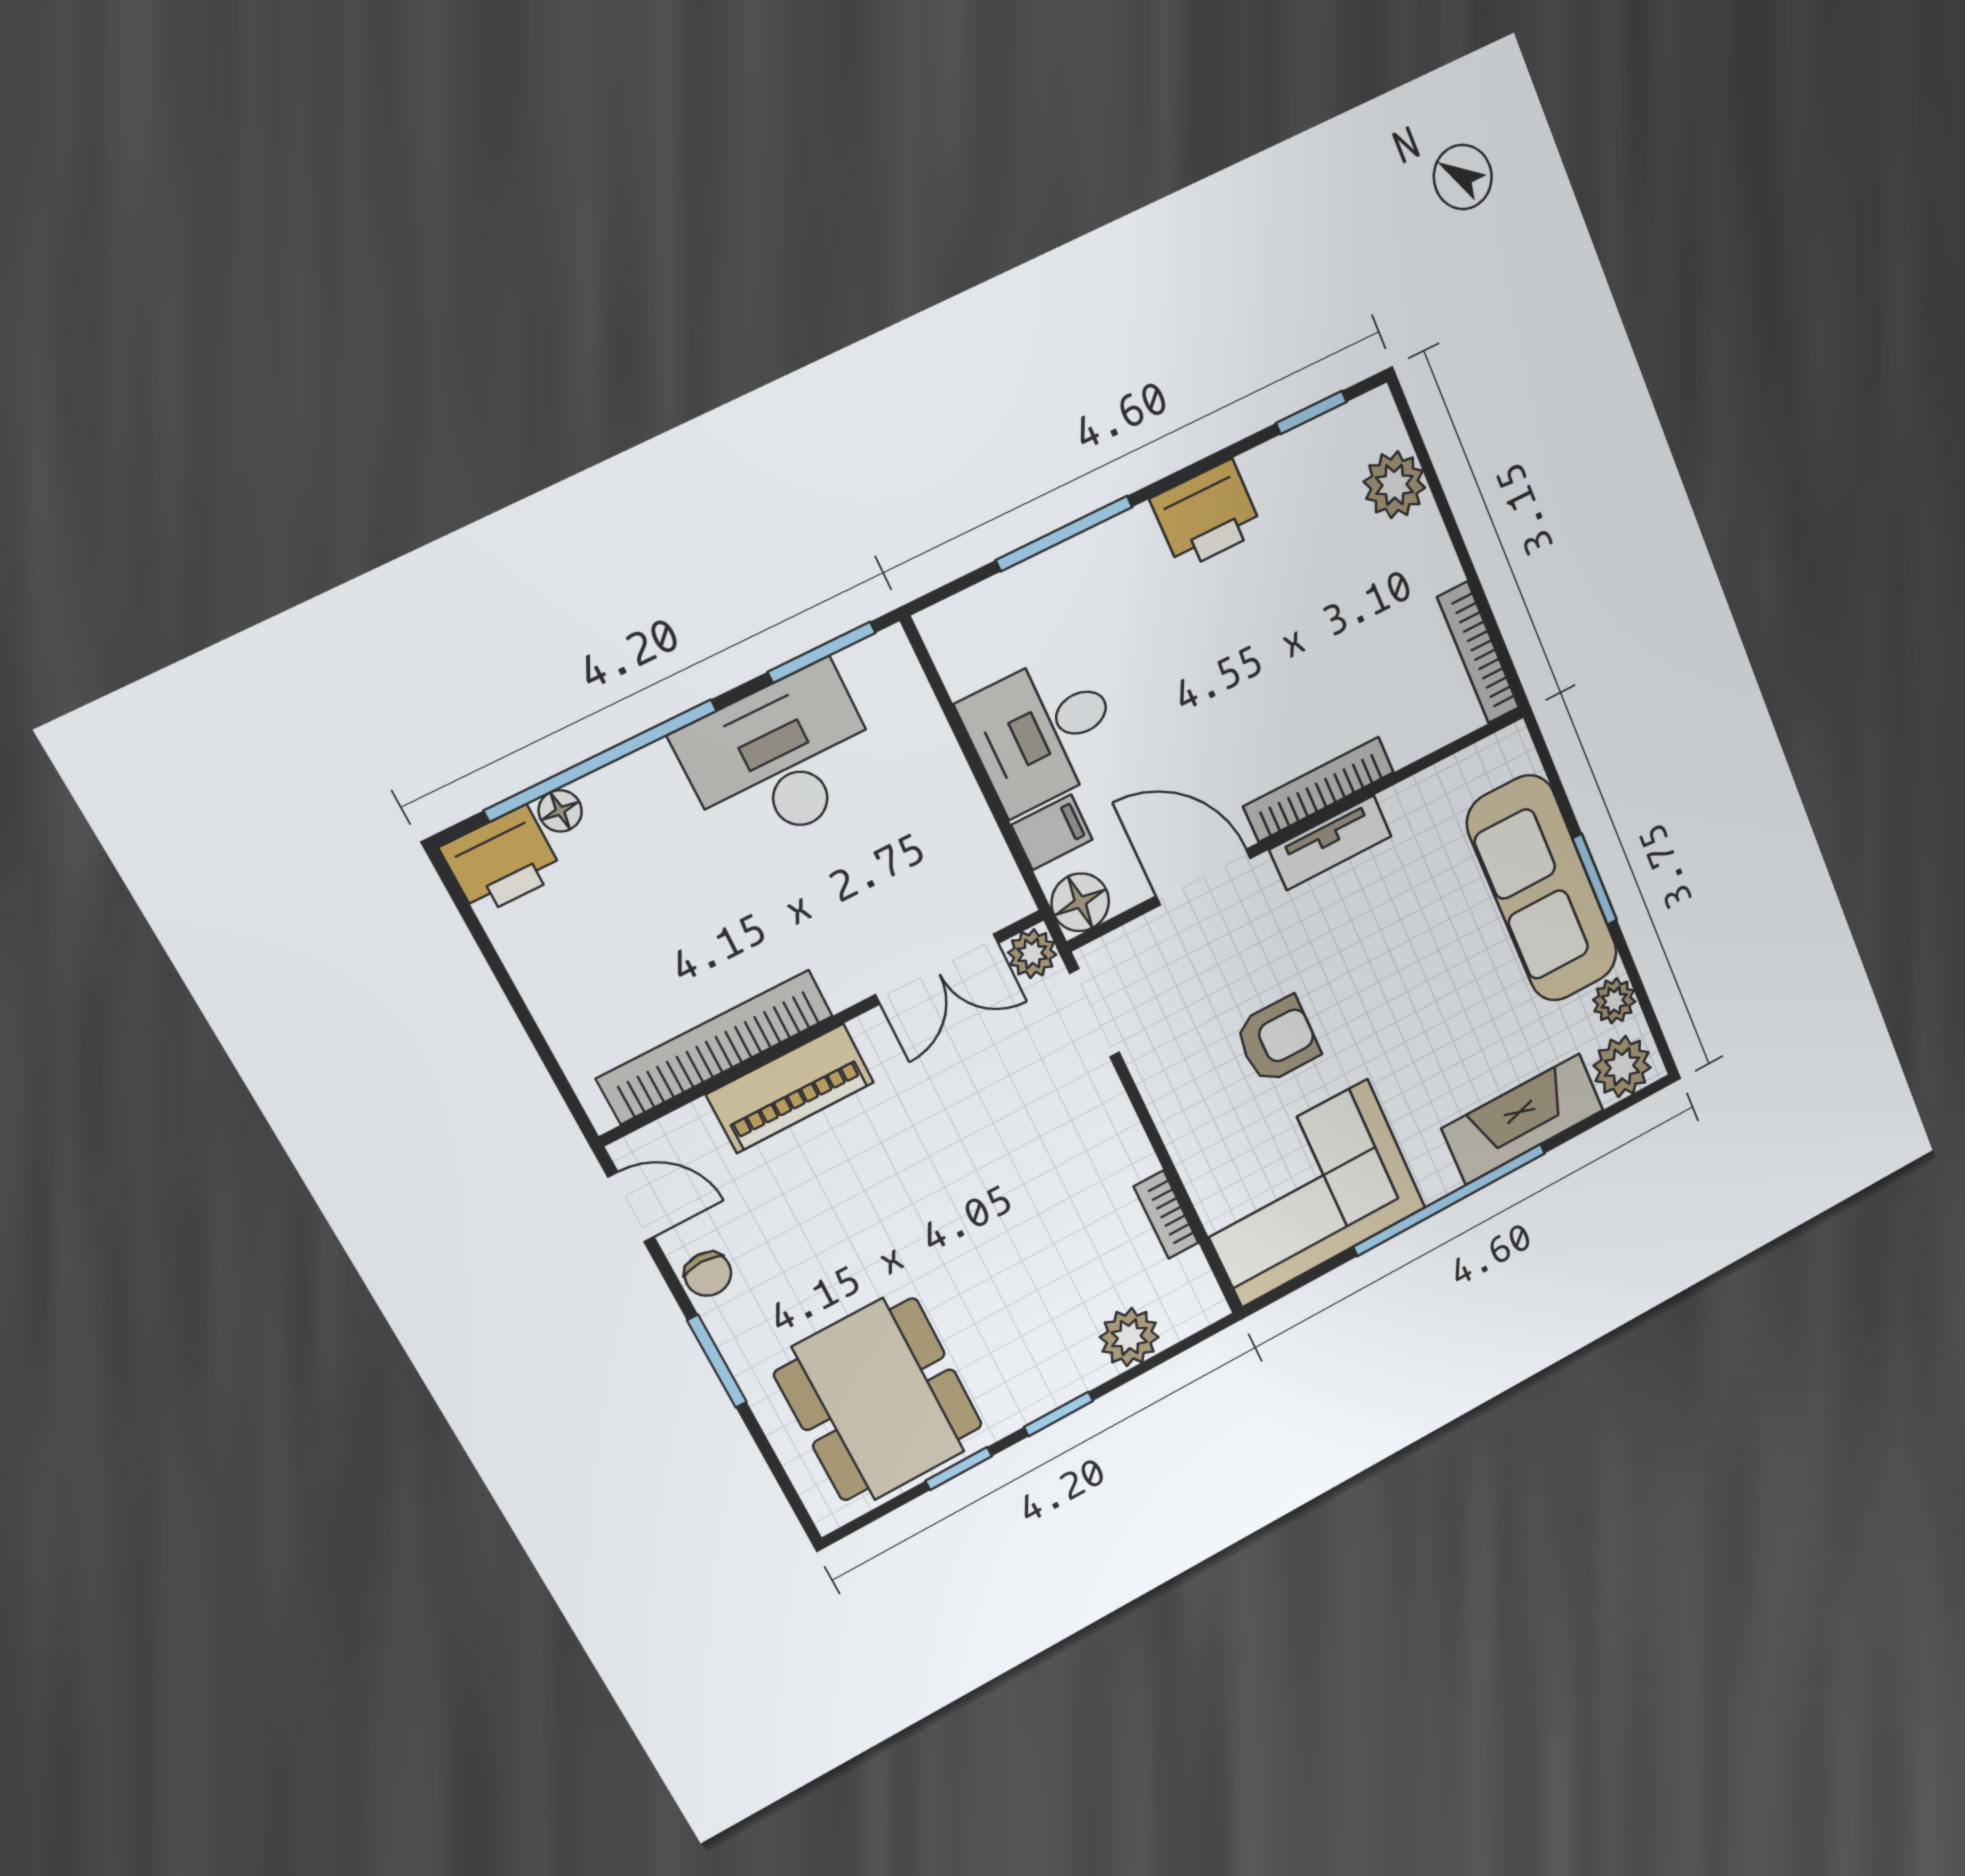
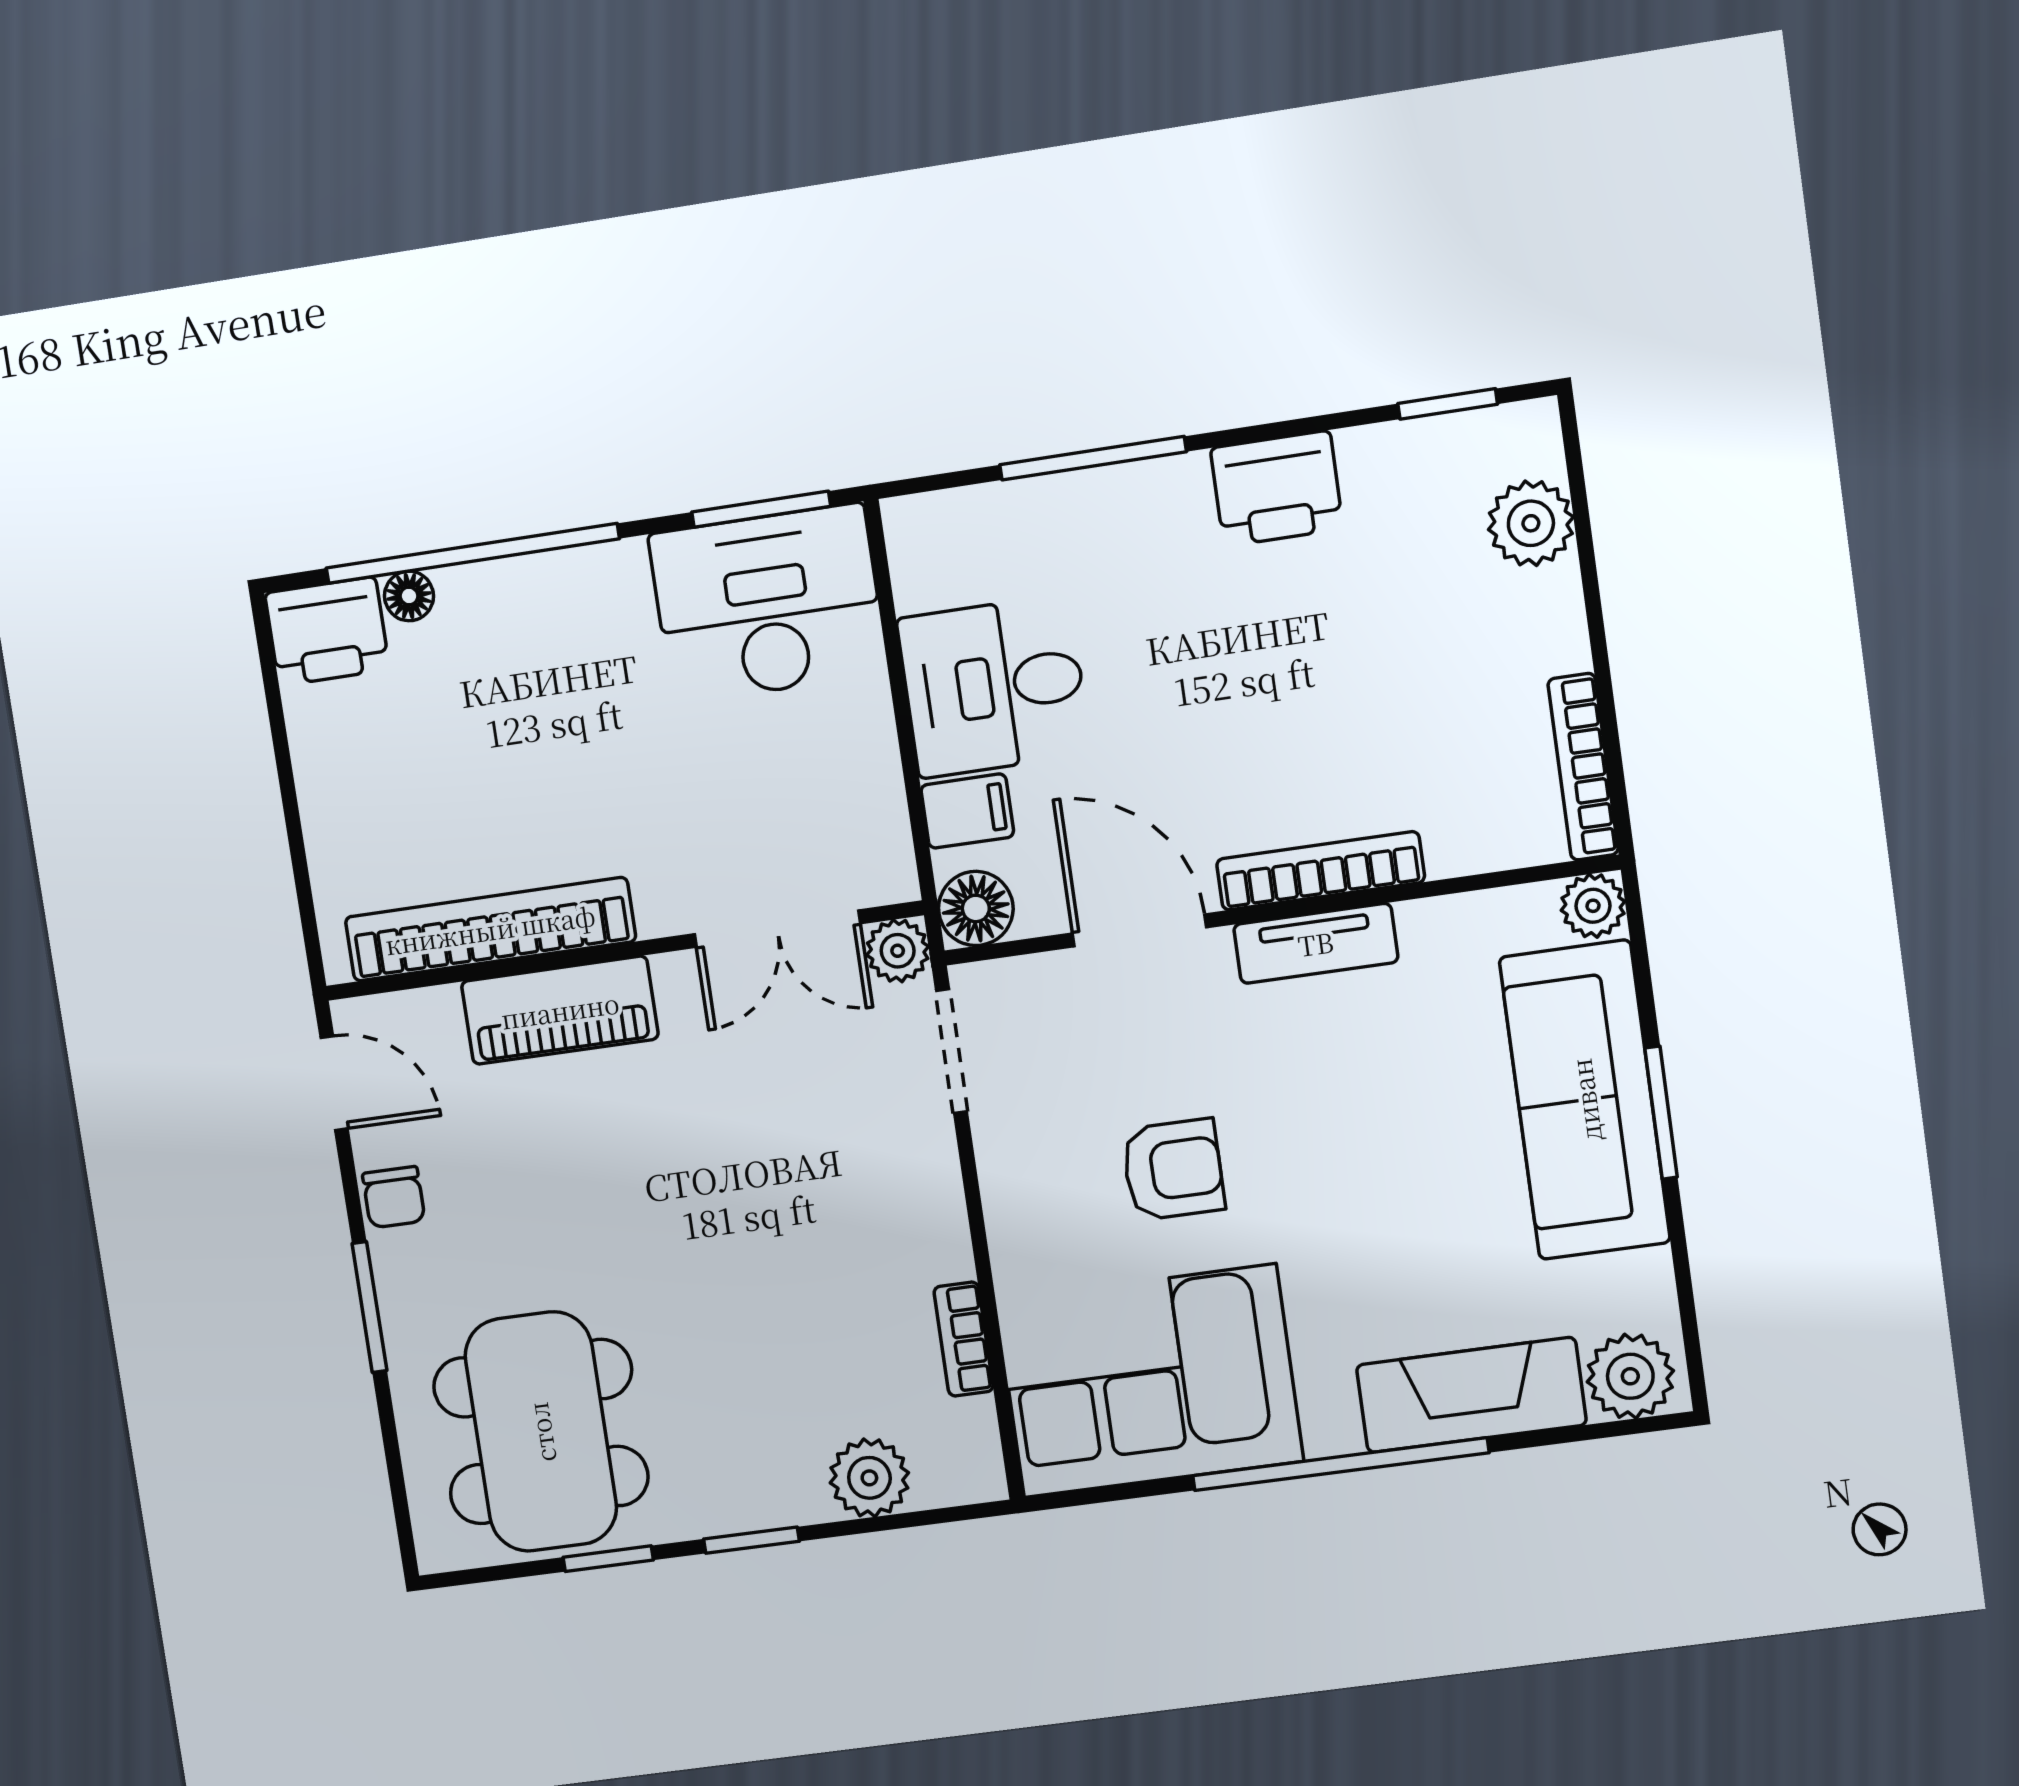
desk: (780, 759) -> (768, 604), moved
plant: (1614, 1001) -> (1593, 906), moved

